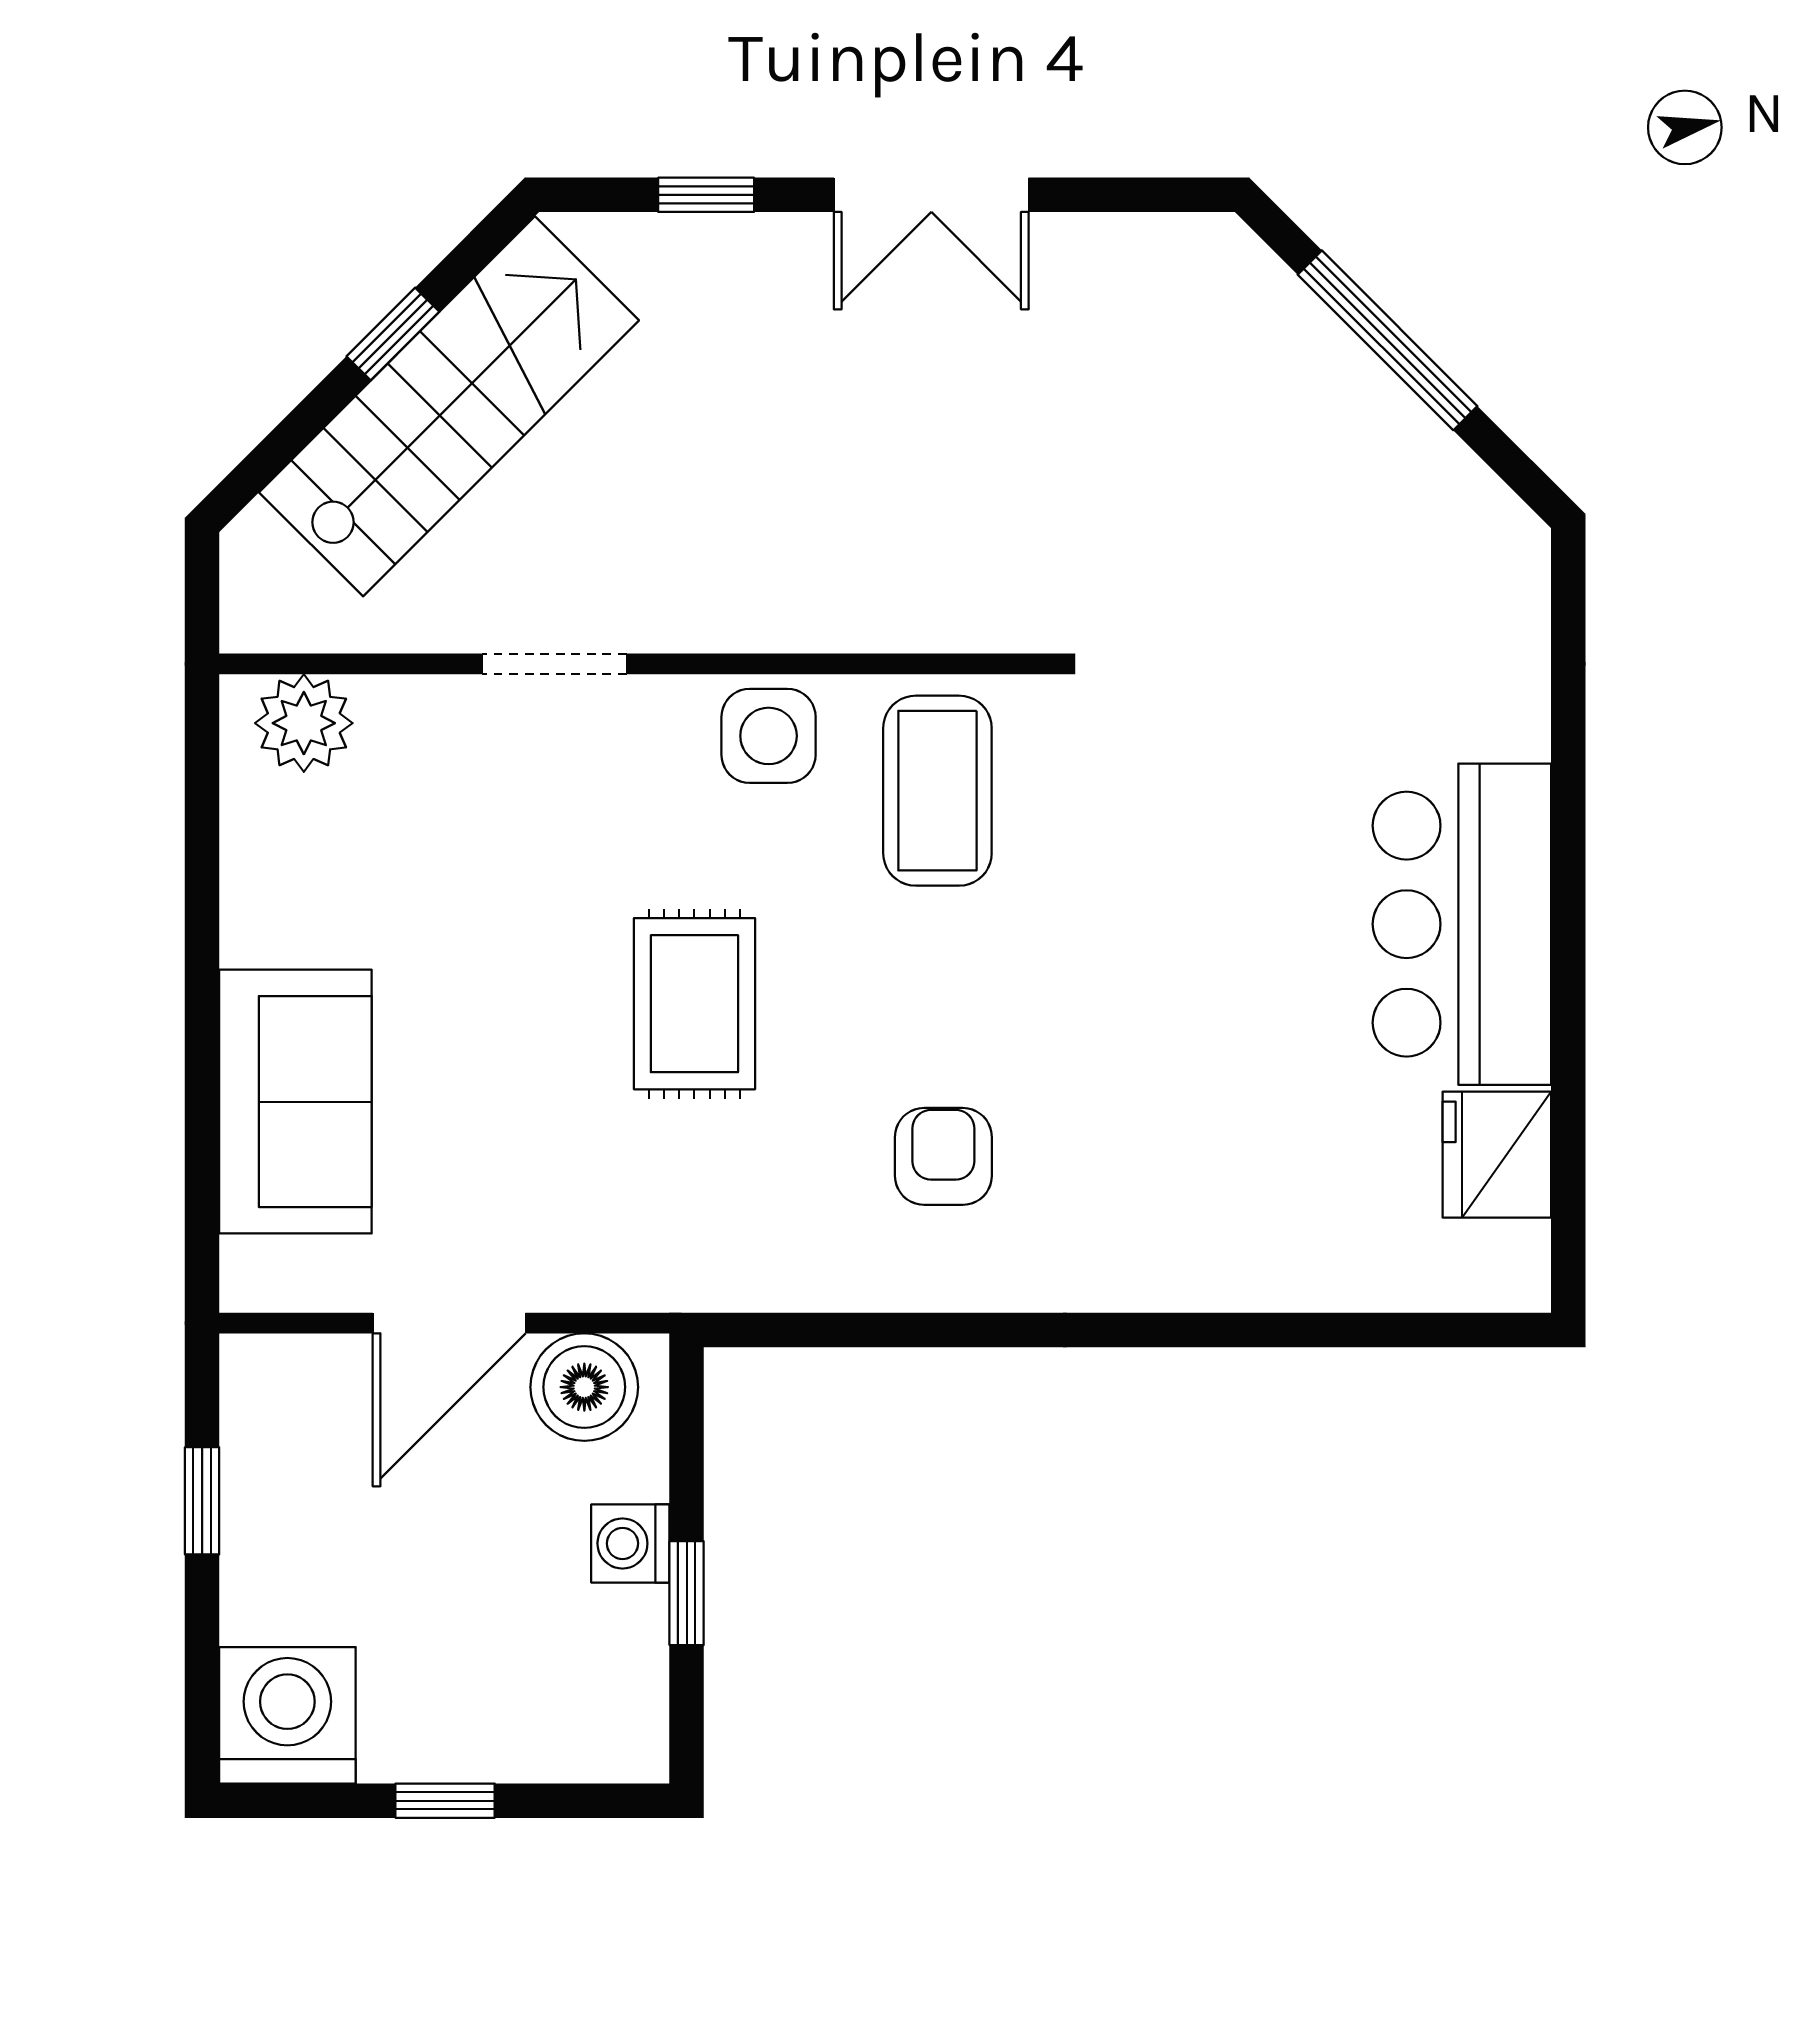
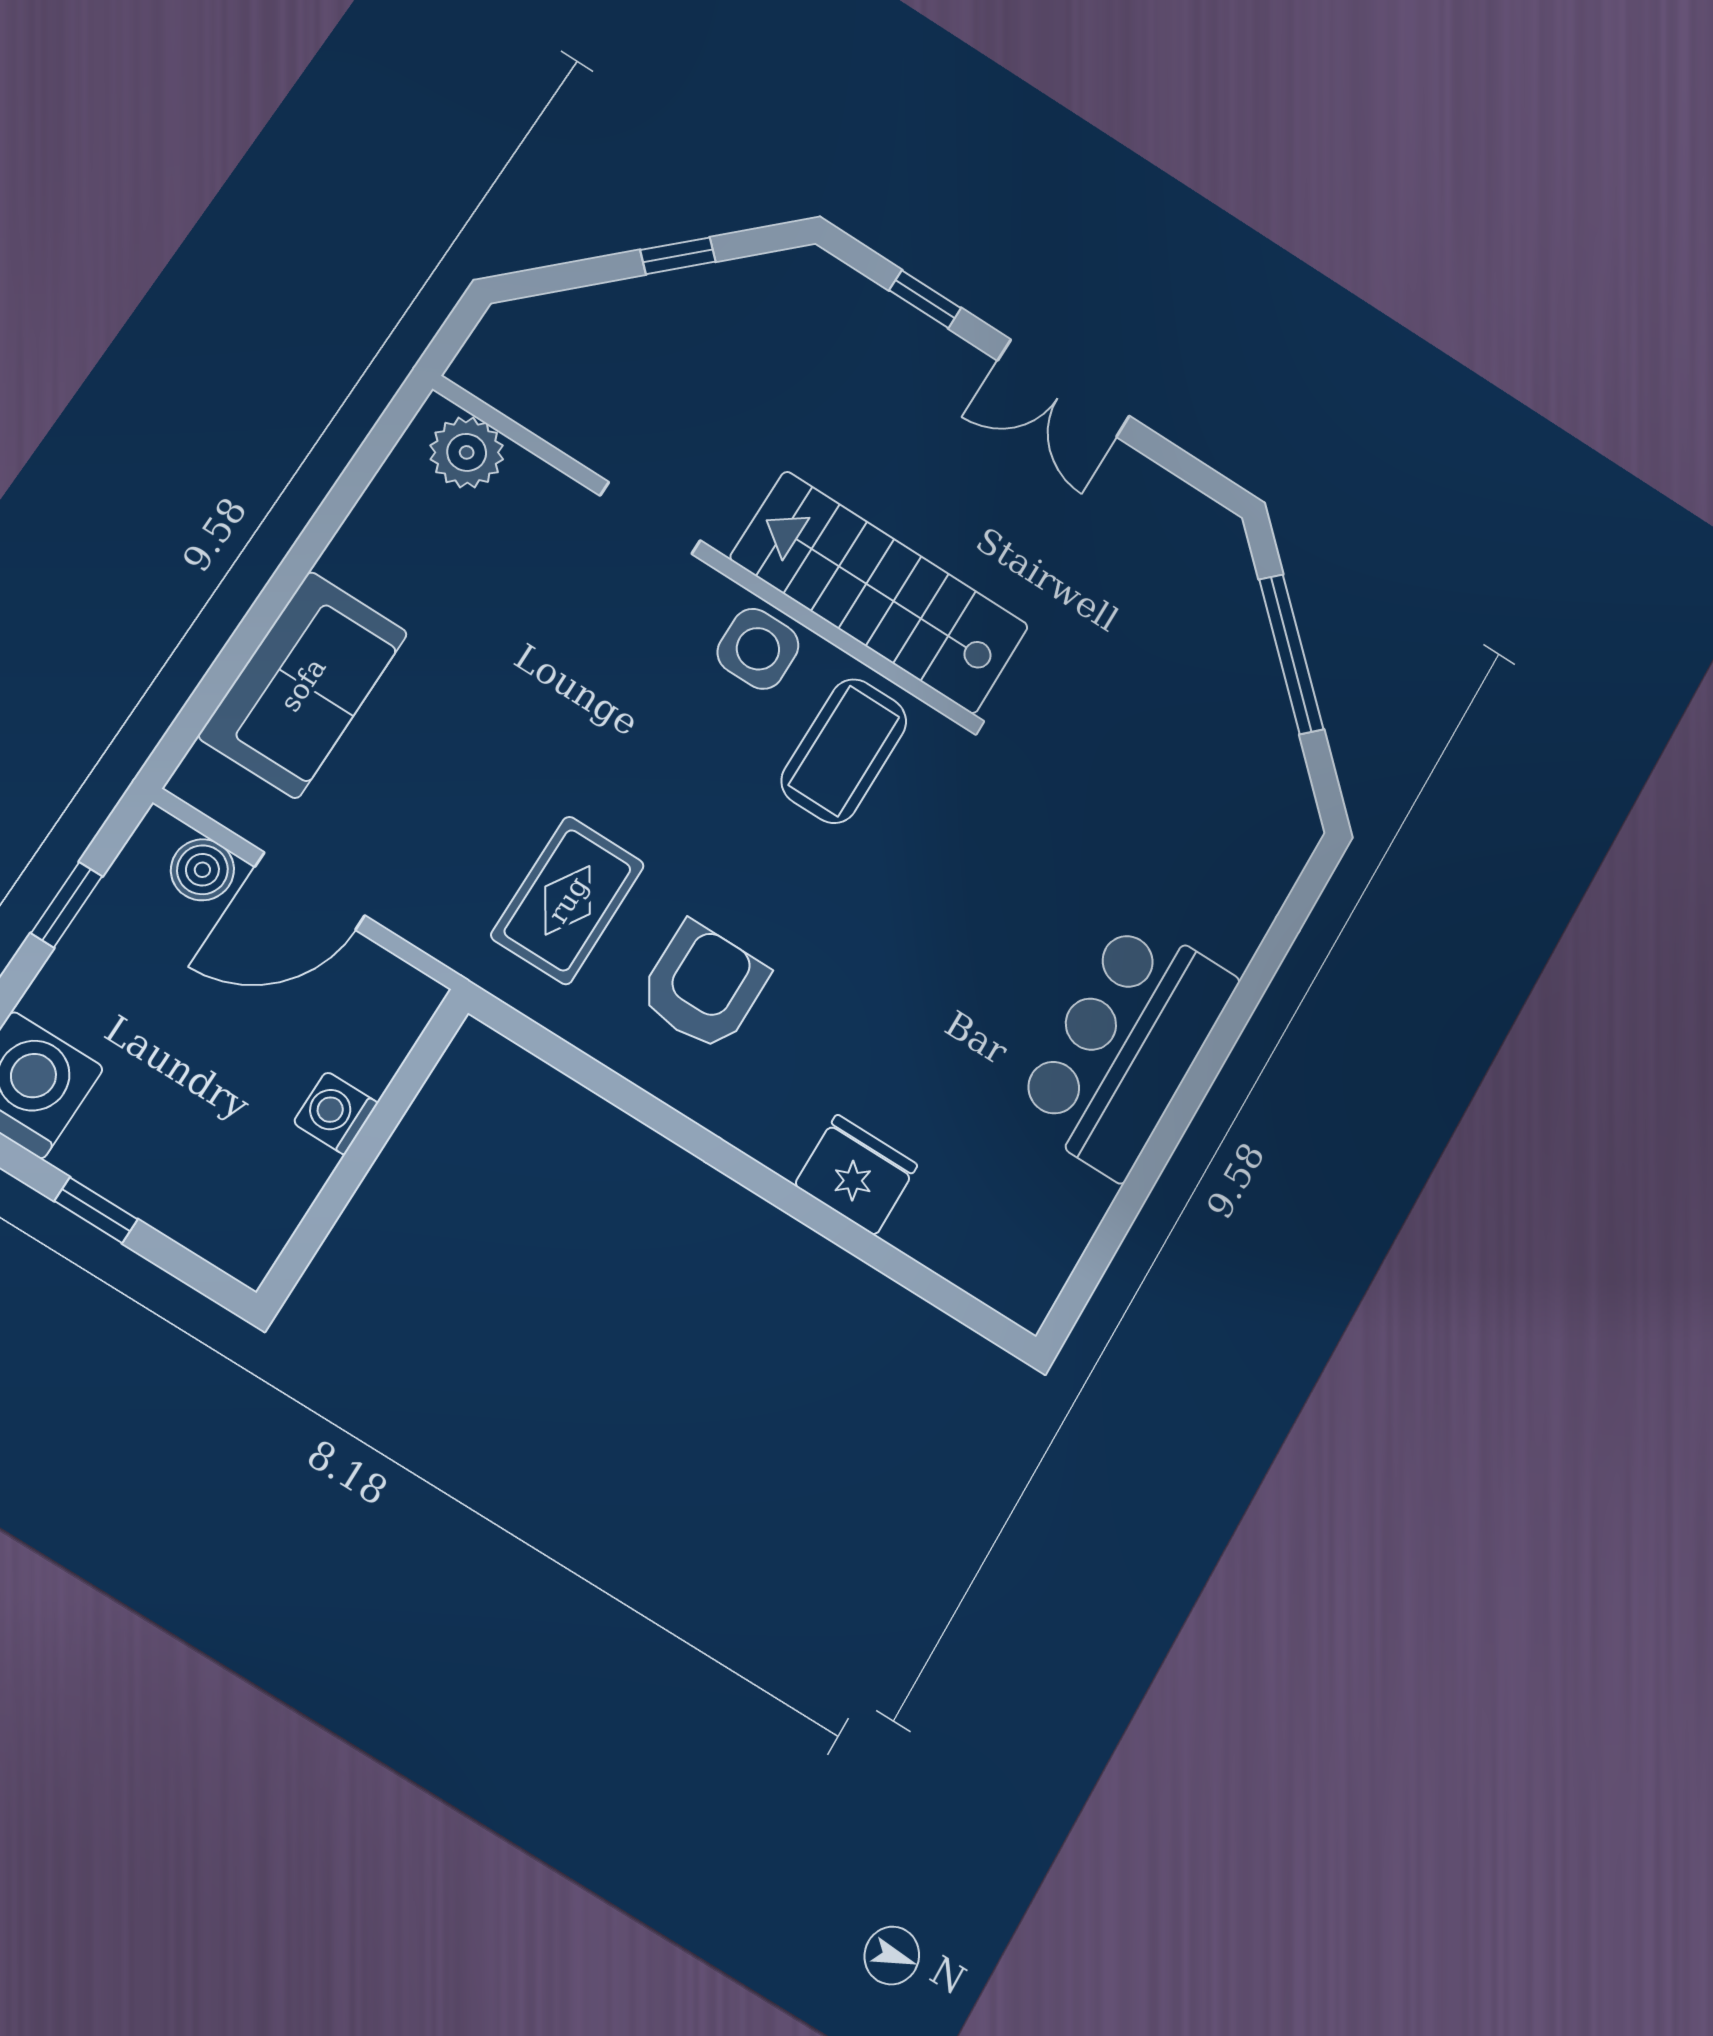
stairs: (449, 406) -> (880, 592), moved, turned -135
rug: (694, 1004) -> (568, 900), moved
fridge: (1497, 1155) -> (856, 1175), moved, turned 90
armchair: (943, 1156) -> (704, 986), width x1.38, depth x1.38
boiler: (584, 1387) -> (202, 870), moved, width x0.73, depth x0.73
window: (687, 1593) -> (352, 1170), removed

